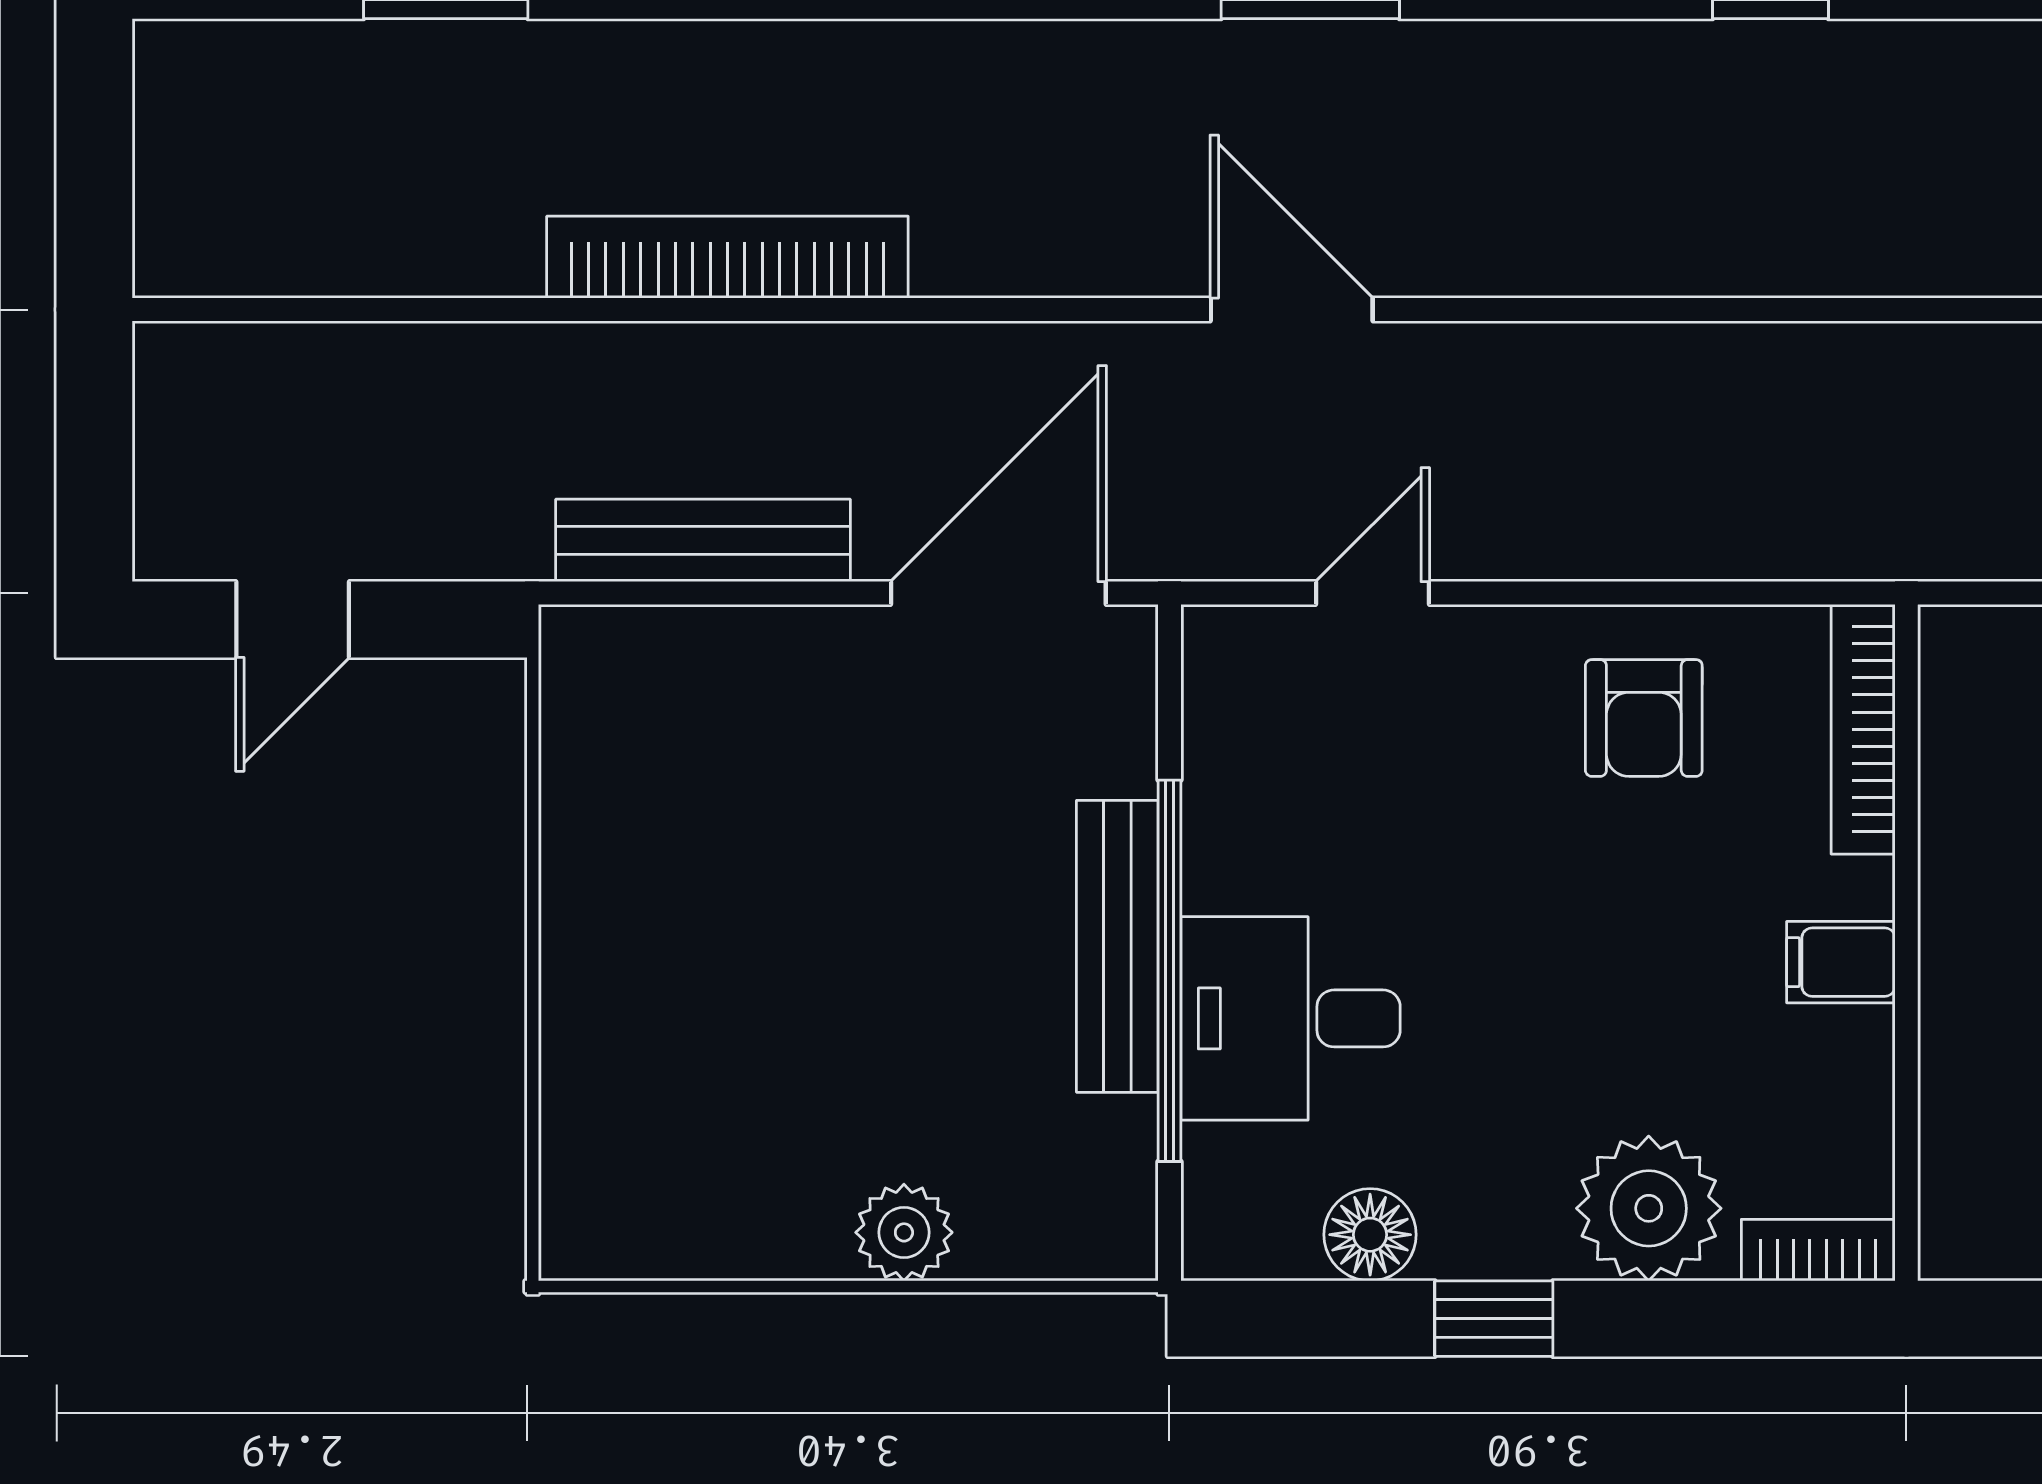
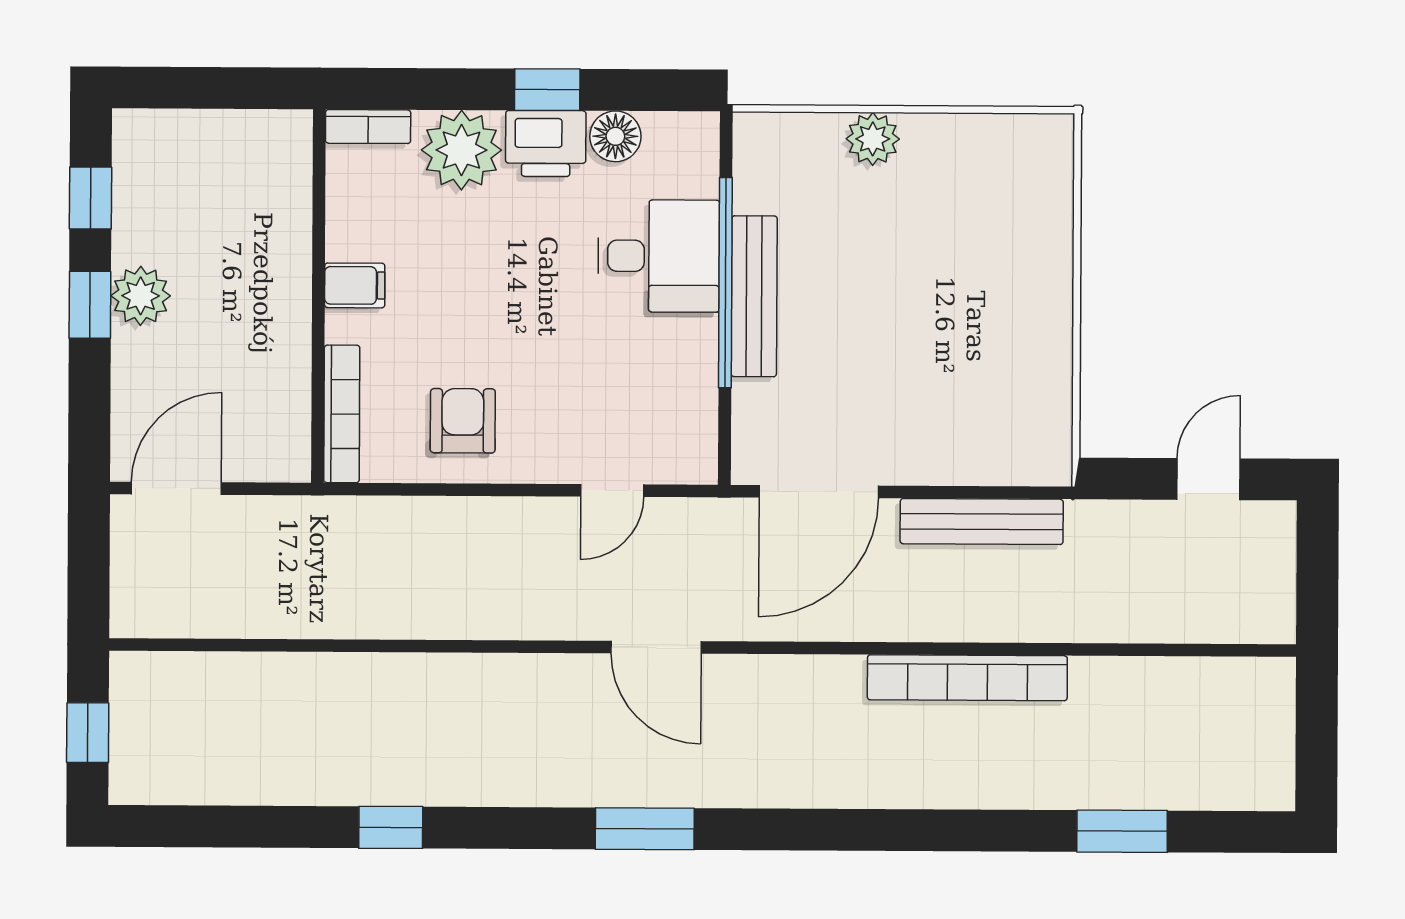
printer: (1496, 1221) -> (546, 144), added

